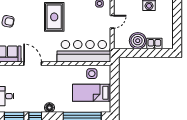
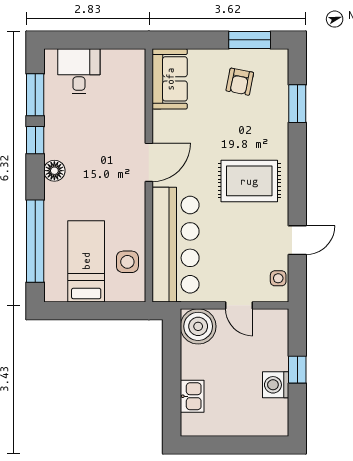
boiler: (138, 41) -> (198, 326), moved
door: (33, 64) -> (149, 162), moved

